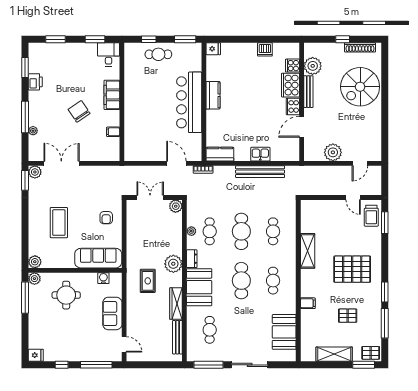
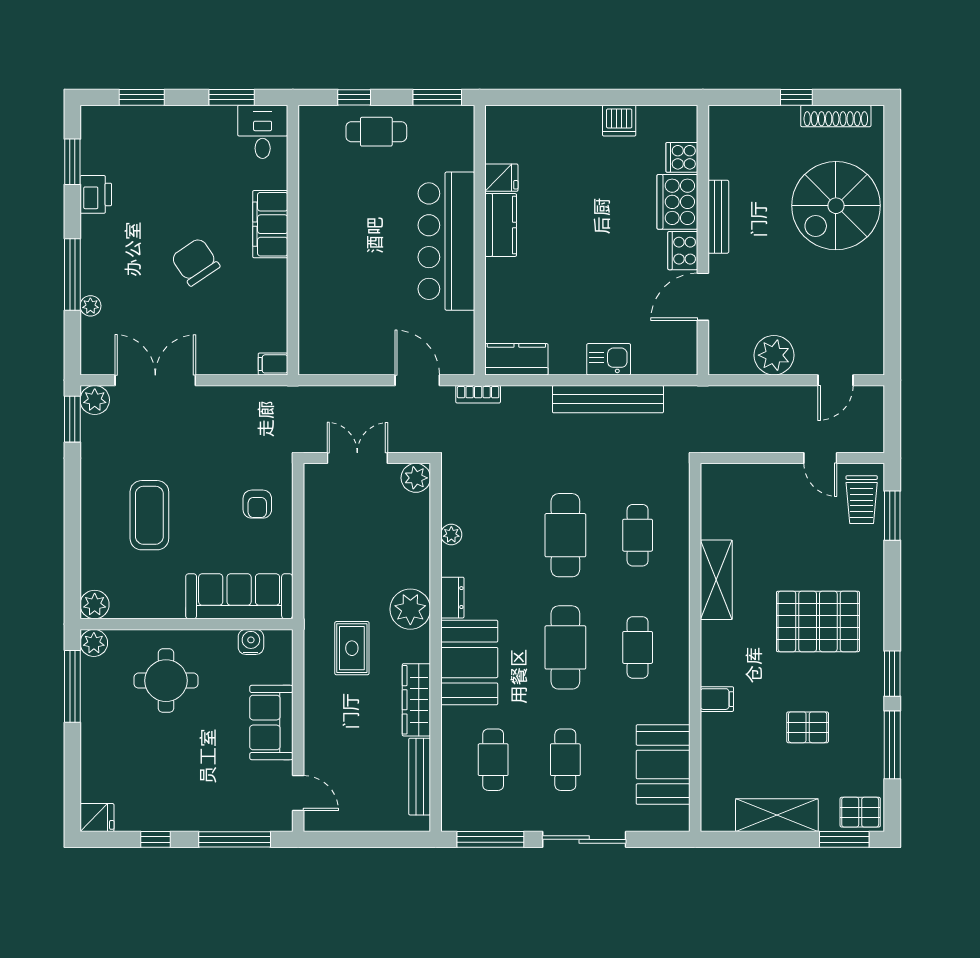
fridge: (213, 49) -> (501, 178), moved
plant: (313, 66) -> (728, 158), removed
filing cabinet: (113, 132) -> (273, 364), moved
cafe table: (210, 231) -> (565, 760), moved

